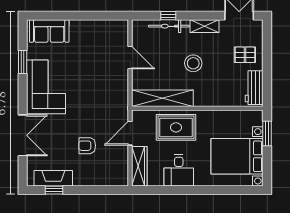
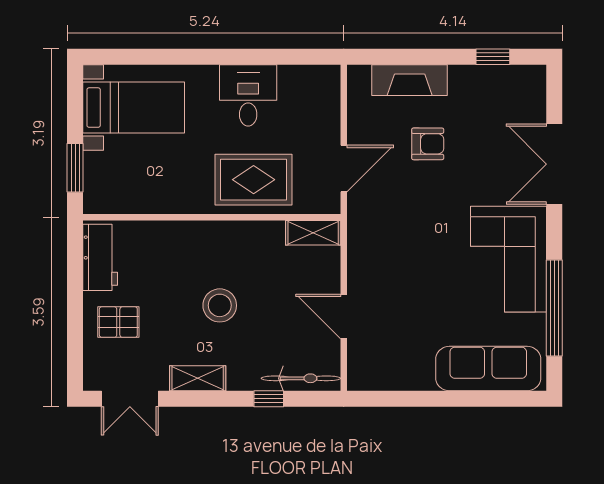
bicycle: (169, 26) -> (301, 378), moved
sofa: (49, 31) -> (488, 369), width x1.36
window: (23, 62) -> (554, 308), width x2.11
shelving: (162, 98) -> (313, 233), width x0.45, depth x0.75
bed with nightstands: (237, 156) -> (134, 108), width x0.73
wardrobe: (139, 166) -> (325, 104), removed
fireplace: (53, 178) -> (410, 80), moved

